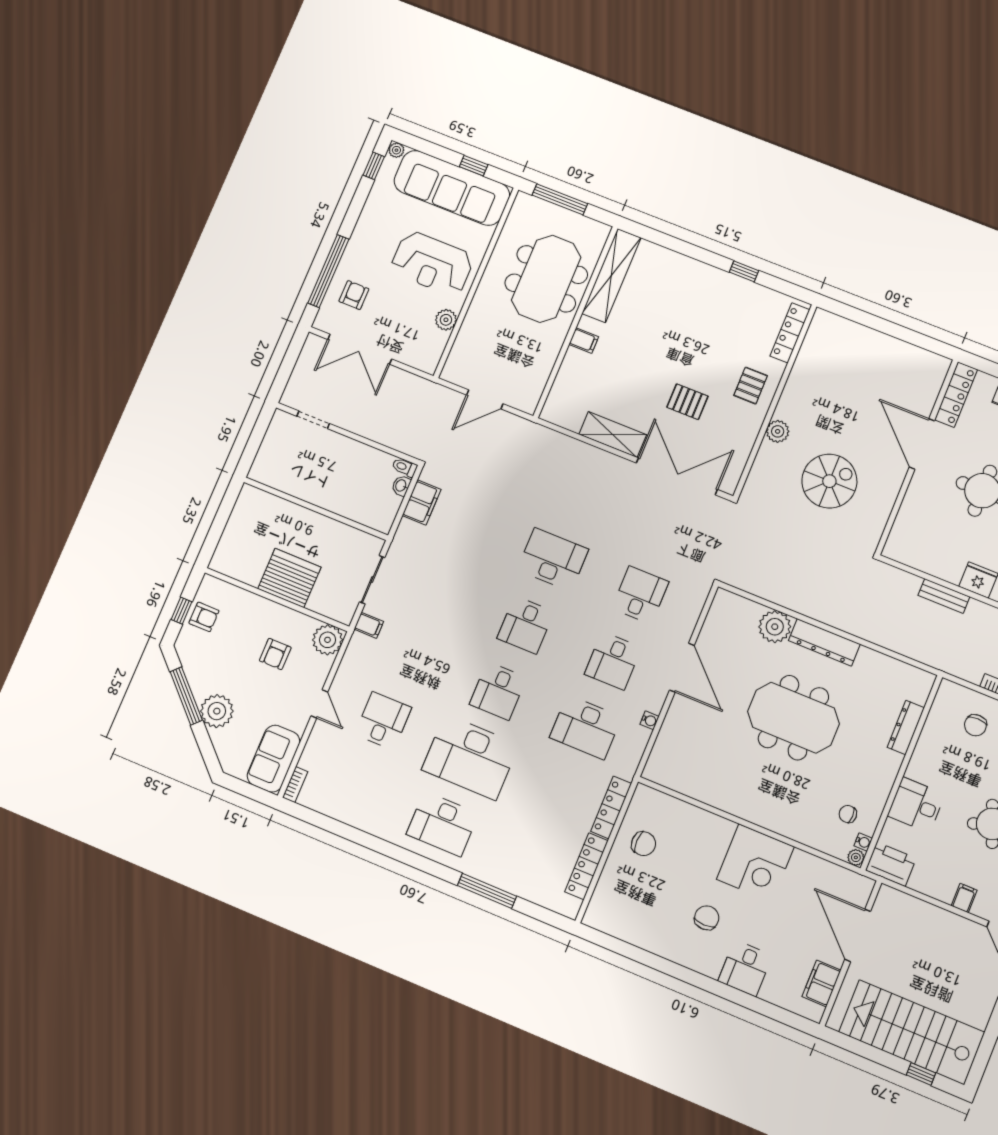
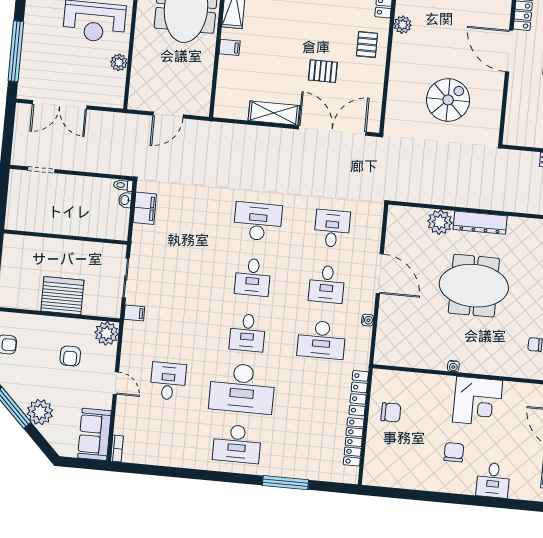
armchair: (354, 295) -> (42, 64), removed
plant: (778, 431) -> (403, 25), moved
water cooler: (738, 810) -> (453, 366), added

